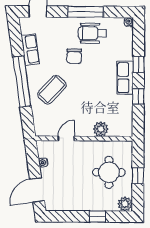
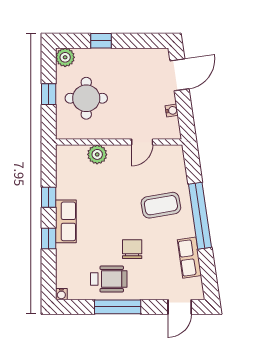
coffee table: (52, 90) -> (161, 205), turned 37

